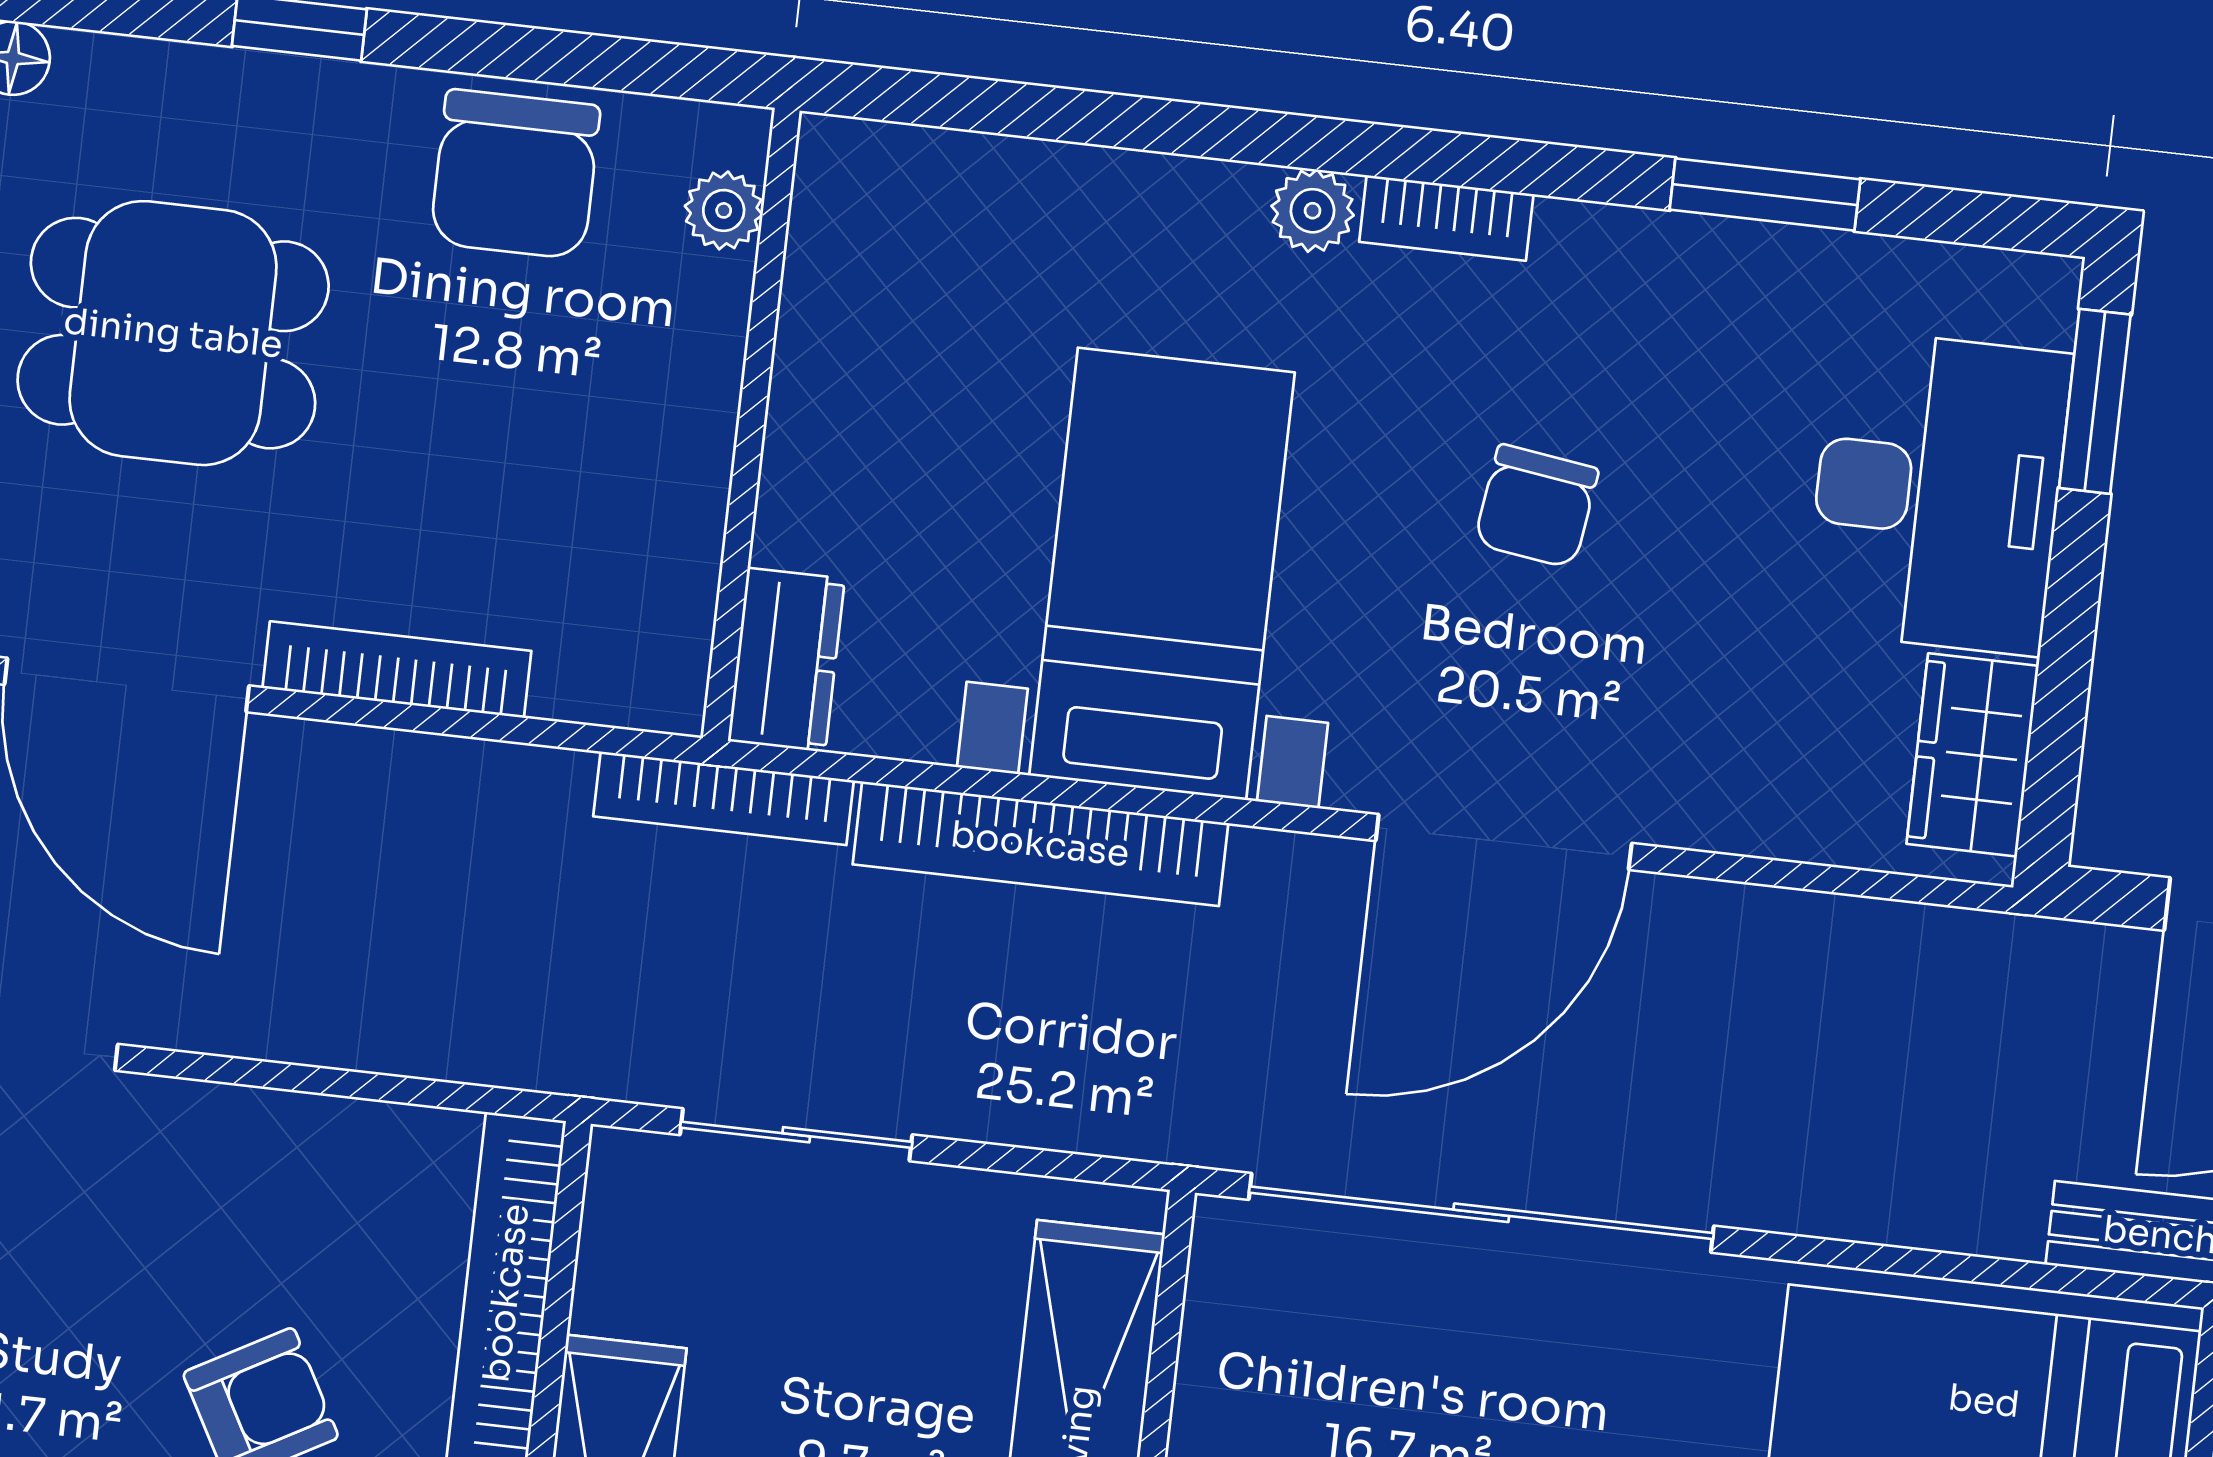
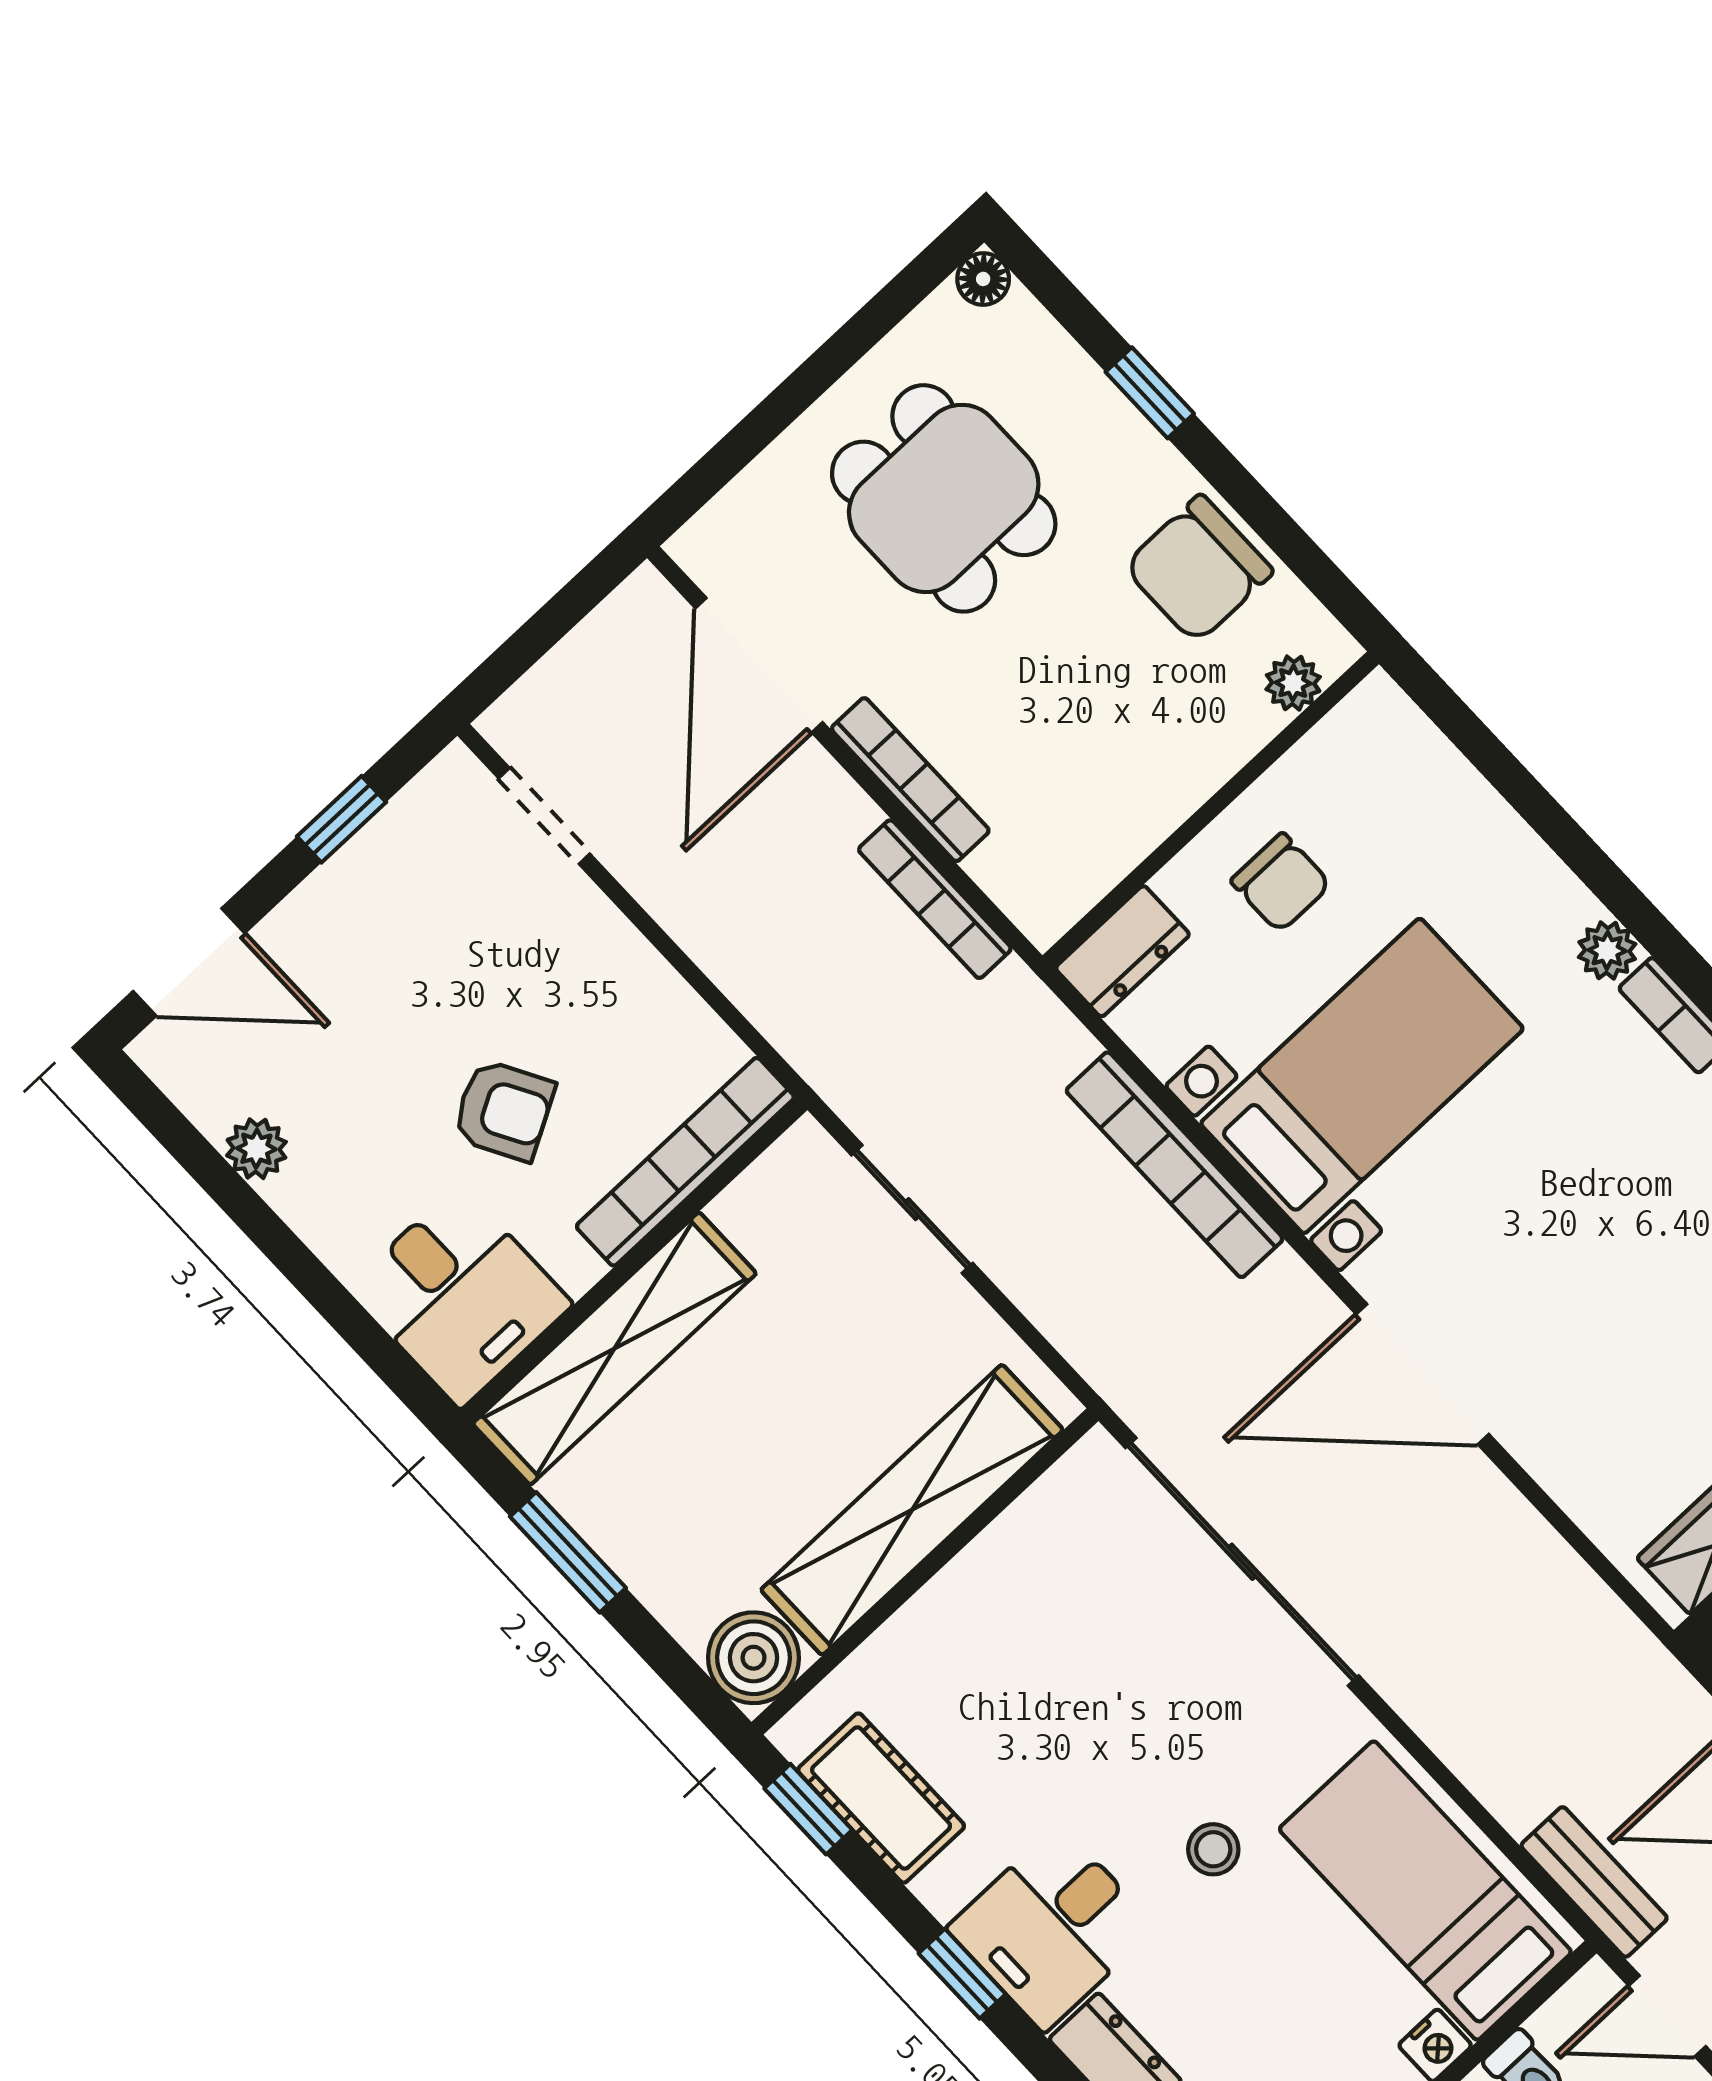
chair: (1536, 506) -> (1281, 883), moved, turned -98
bookcase: (723, 798) -> (935, 899), moved

